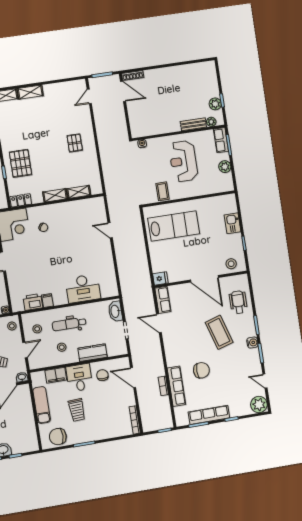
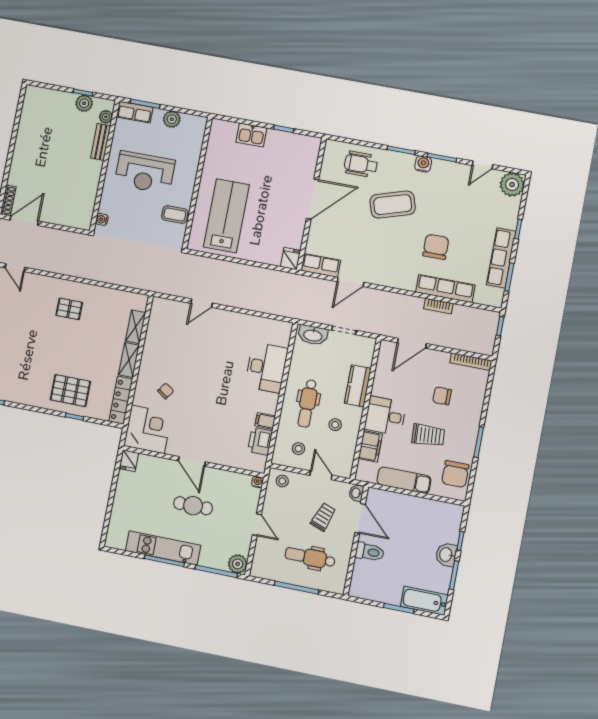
locker: (21, 200) -> (121, 400), width x1.53
stool: (231, 264) -> (305, 156), removed
chair: (102, 375) -> (442, 396), moved

